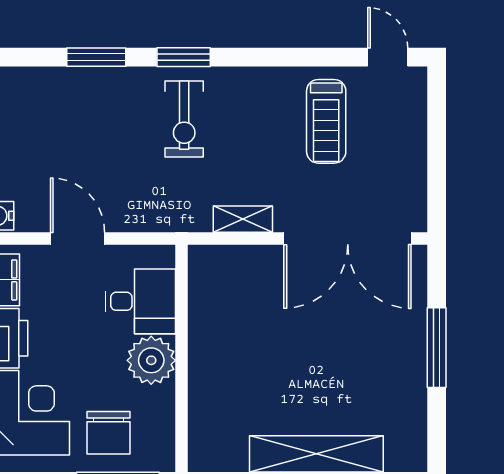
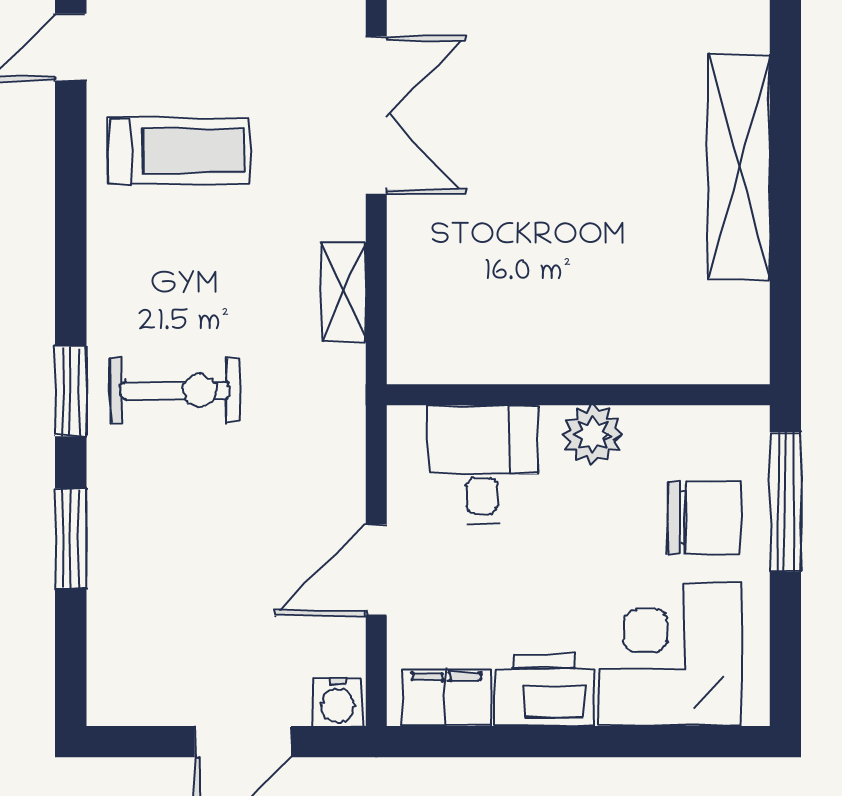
double door: (348, 238) -> (376, 115), width x0.73
plant: (151, 360) -> (592, 435), width x0.73, depth x0.73

